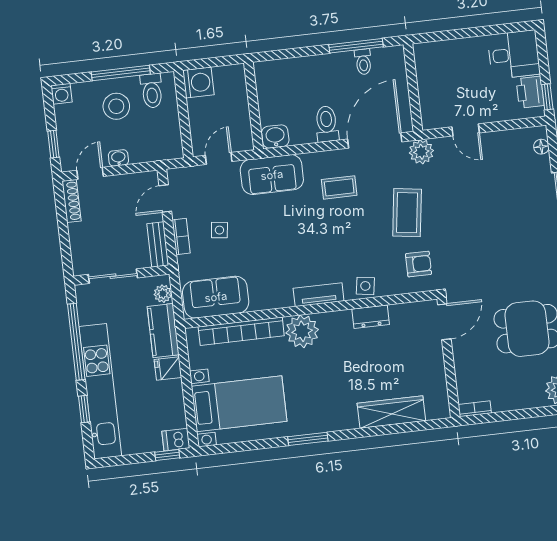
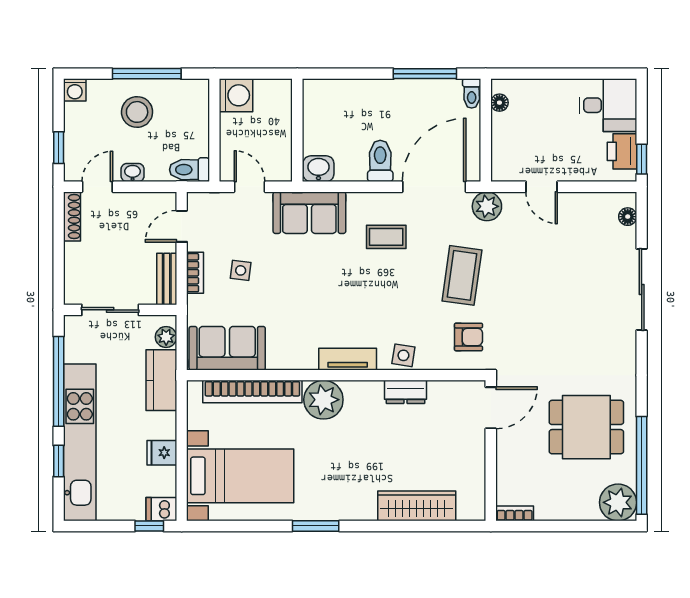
toilet: (363, 62) -> (472, 93), moved
floor lamp: (422, 63) -> (499, 103), added
toilet: (152, 91) -> (189, 170), moved, turned 90
door: (219, 158) -> (249, 187), hinge flipped
fridge: (168, 369) -> (162, 453), moved

